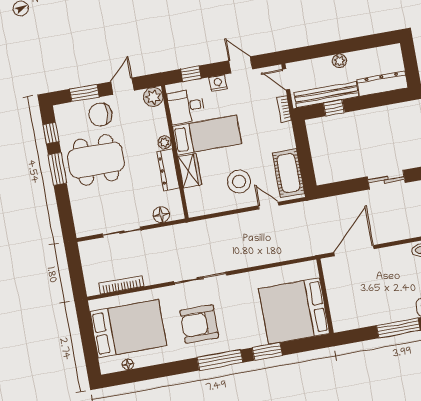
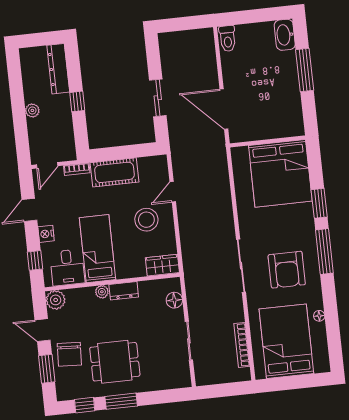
bench: (326, 95) -> (65, 126), removed
window: (334, 108) -> (77, 101), moved
dining table: (96, 160) -> (115, 362), width x0.73
dresser: (168, 170) -> (124, 291), width x0.70
wardrobe: (190, 171) -> (162, 265), moved
cot: (288, 173) -> (114, 172), moved
sliding door: (386, 180) -> (158, 98), moved
floor lamp: (128, 364) -> (319, 316), moved

